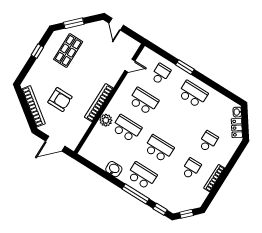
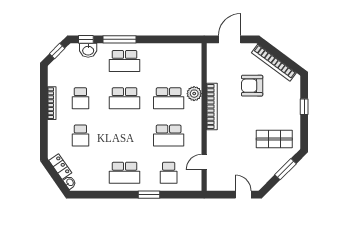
shop shelf: (68, 50) -> (274, 139), turned 90
window: (37, 51) -> (304, 107), moved
washbasin: (114, 169) -> (88, 50), moved

